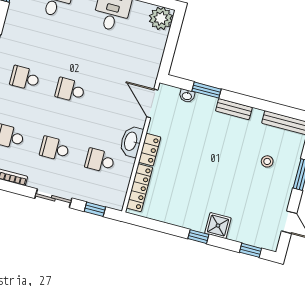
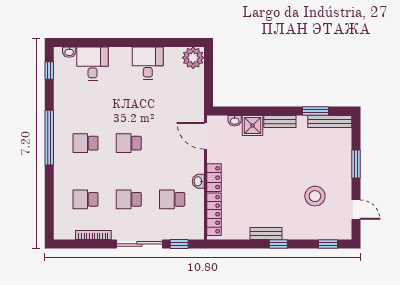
window: (206, 90) -> (315, 111), moved
washbasin: (131, 141) -> (198, 181), width x0.52, depth x0.69
stool: (267, 161) -> (315, 196), moved, width x1.89, depth x1.89
sliding door: (53, 198) -> (139, 244), width x1.37
bench: (188, 222) -> (266, 233), added
shower: (218, 226) -> (253, 126), moved

